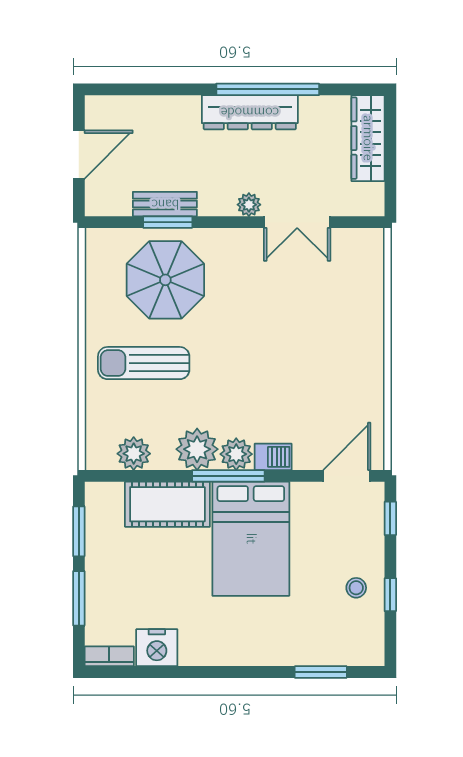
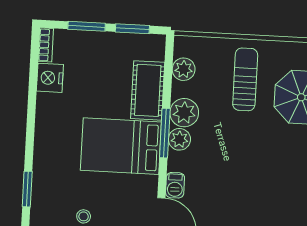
barbecue: (273, 457) -> (175, 185), moved

